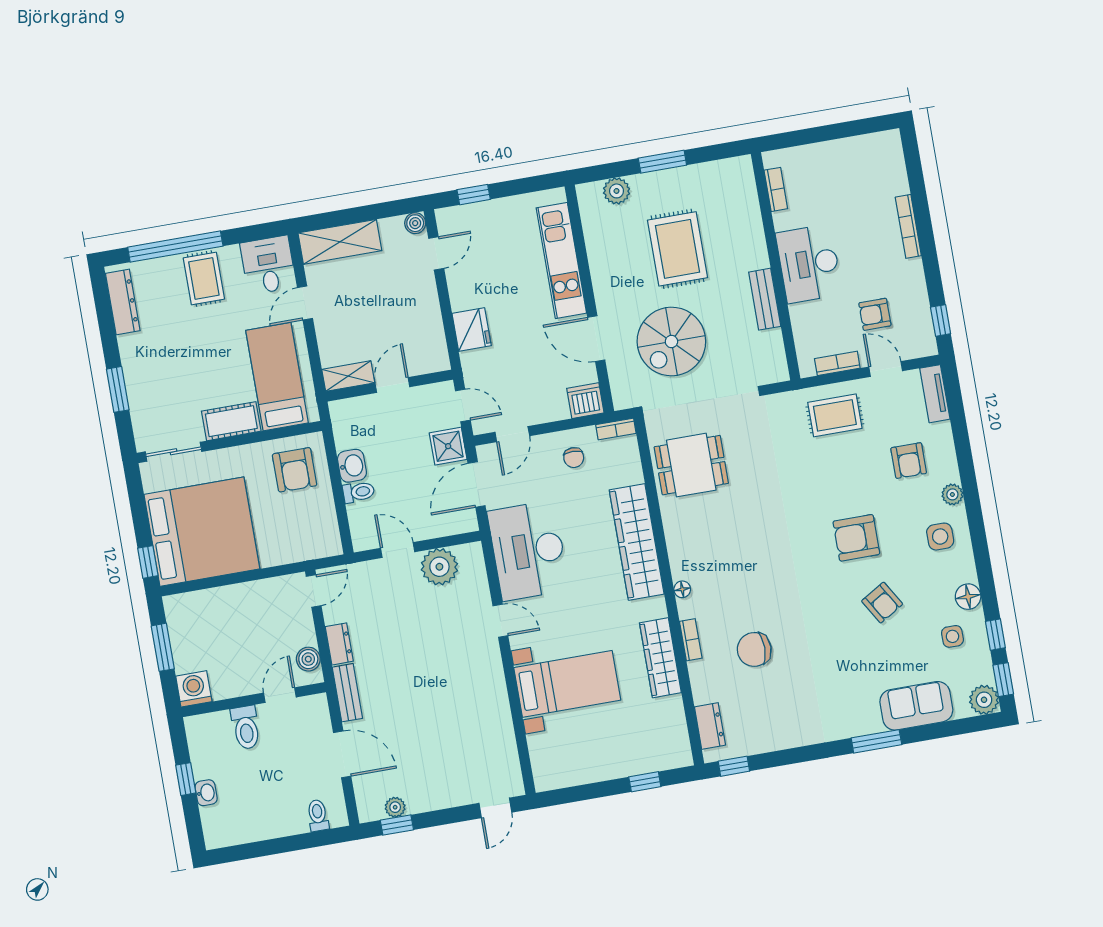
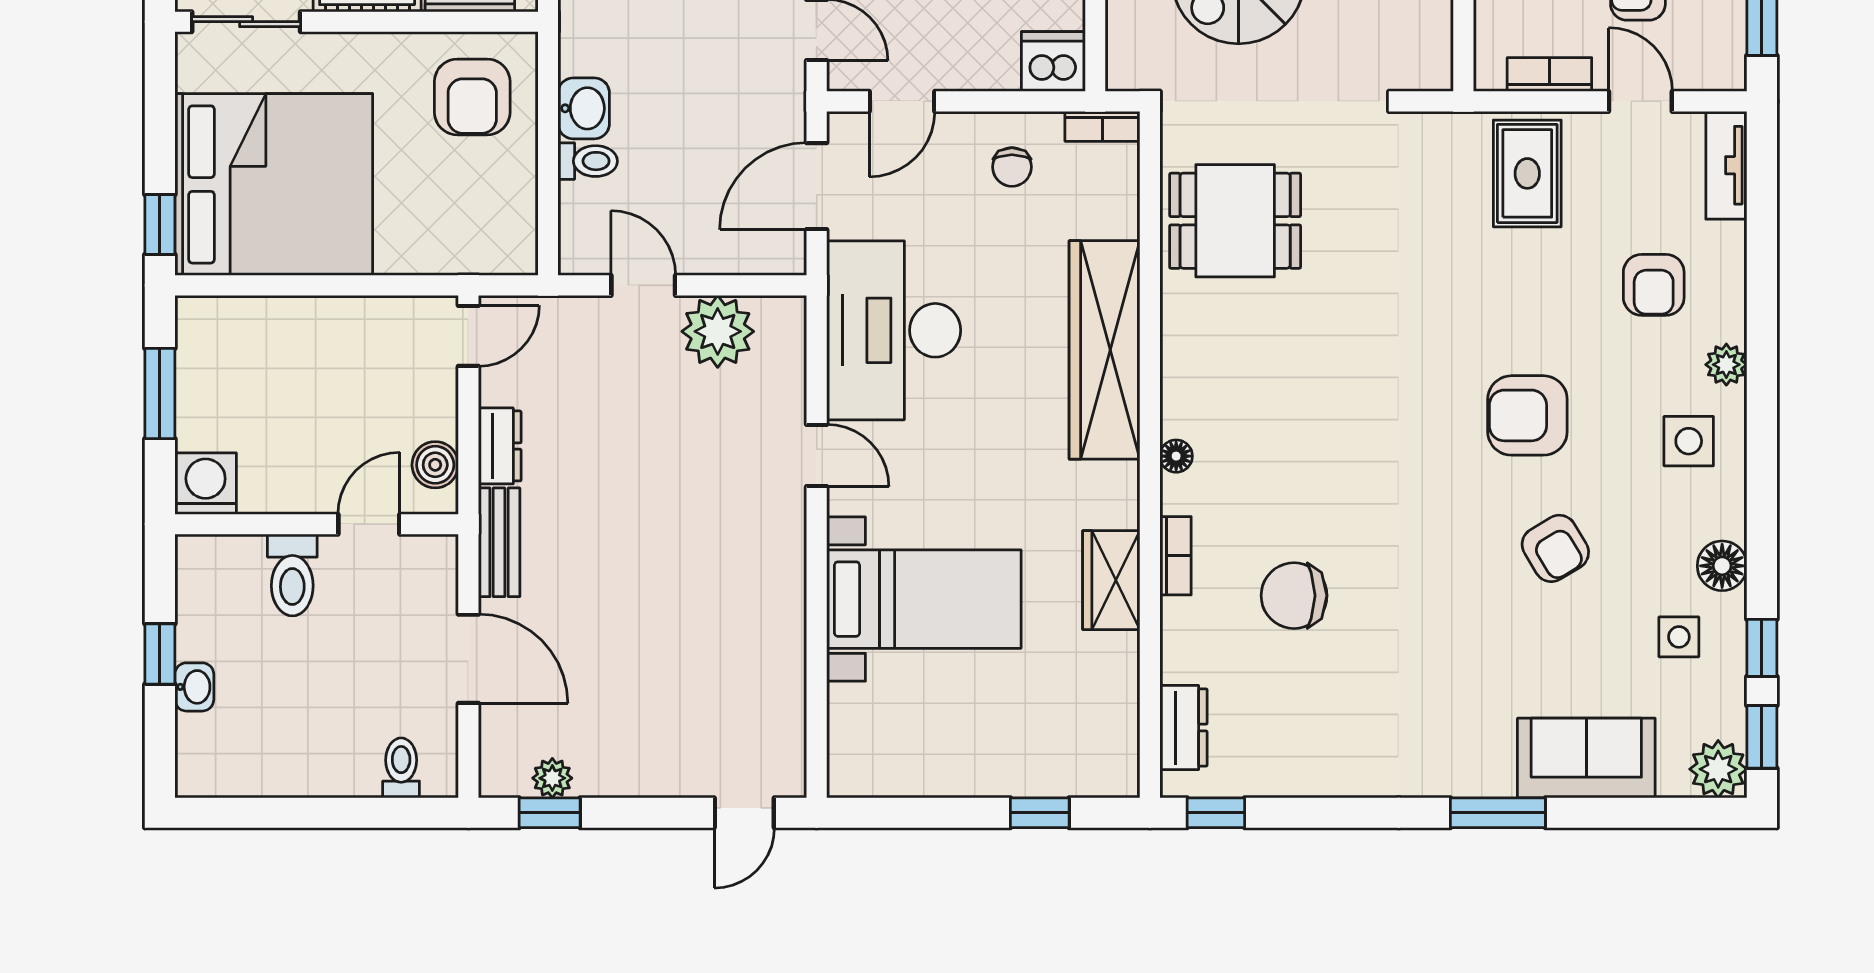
rug: (835, 415) -> (1527, 173), turned 90
shower: (448, 446) -> (775, 103), removed
wardrobe: (660, 658) -> (1111, 580), width x0.67

